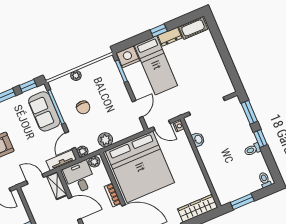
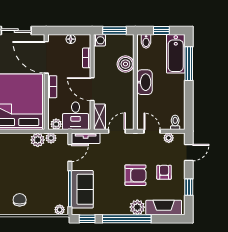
plant: (76, 76) -> (60, 210), moved
chair: (83, 107) -> (20, 200), moved
plant: (82, 151) -> (51, 138), moved
door: (35, 179) -> (117, 131), swing flipped

